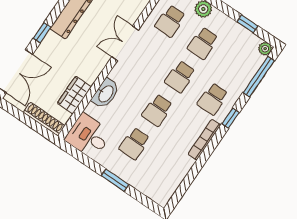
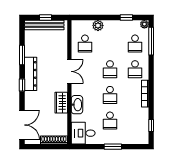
window: (42, 33) -> (22, 85), moved
double door: (125, 43) -> (69, 71), swing flipped
school desk: (203, 43) -> (135, 44), moved
wardrobe: (74, 95) -> (61, 103), moved
window: (231, 118) -> (151, 126), moved

